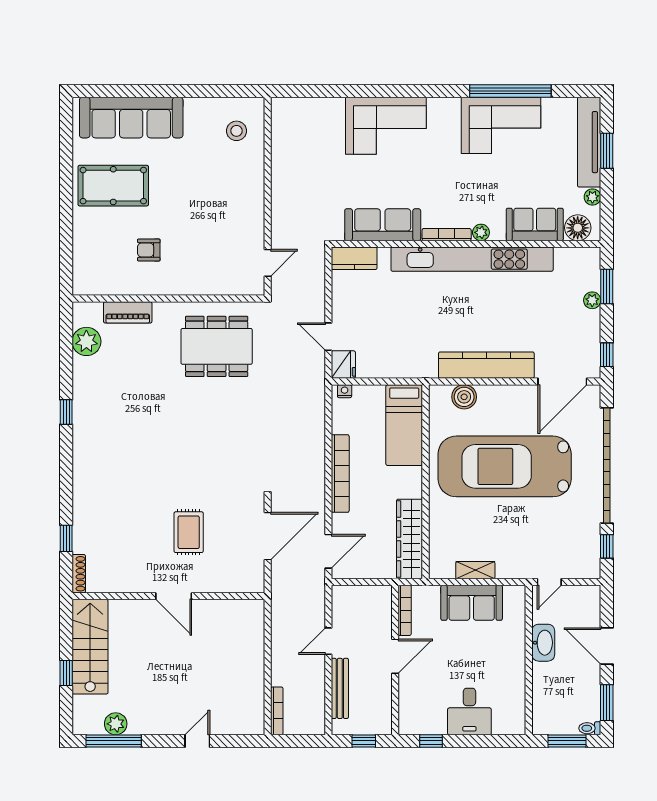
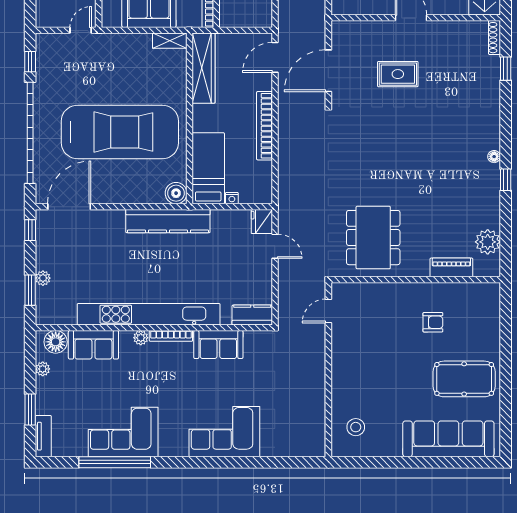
tv unit: (589, 142) -> (43, 436), width x0.52, depth x0.78
sofa: (383, 225) -> (218, 345), width x0.73
dining table: (217, 346) -> (373, 238), turned 90
kitchen counter: (486, 365) -> (168, 221), moved
nightstand: (345, 391) -> (232, 198), moved
boiler: (464, 397) -> (176, 193), moved
floor lamp: (79, 438) -> (494, 157), added
rug: (189, 532) -> (398, 74), turned 90
shelving: (475, 570) -> (170, 41), moved

